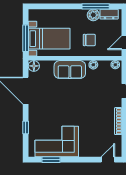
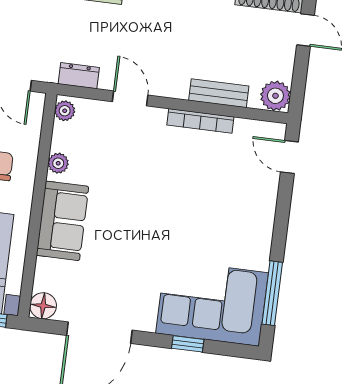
corner sofa: (57, 142) -> (212, 303), moved, turned 90
window: (51, 160) -> (272, 293), width x1.44

